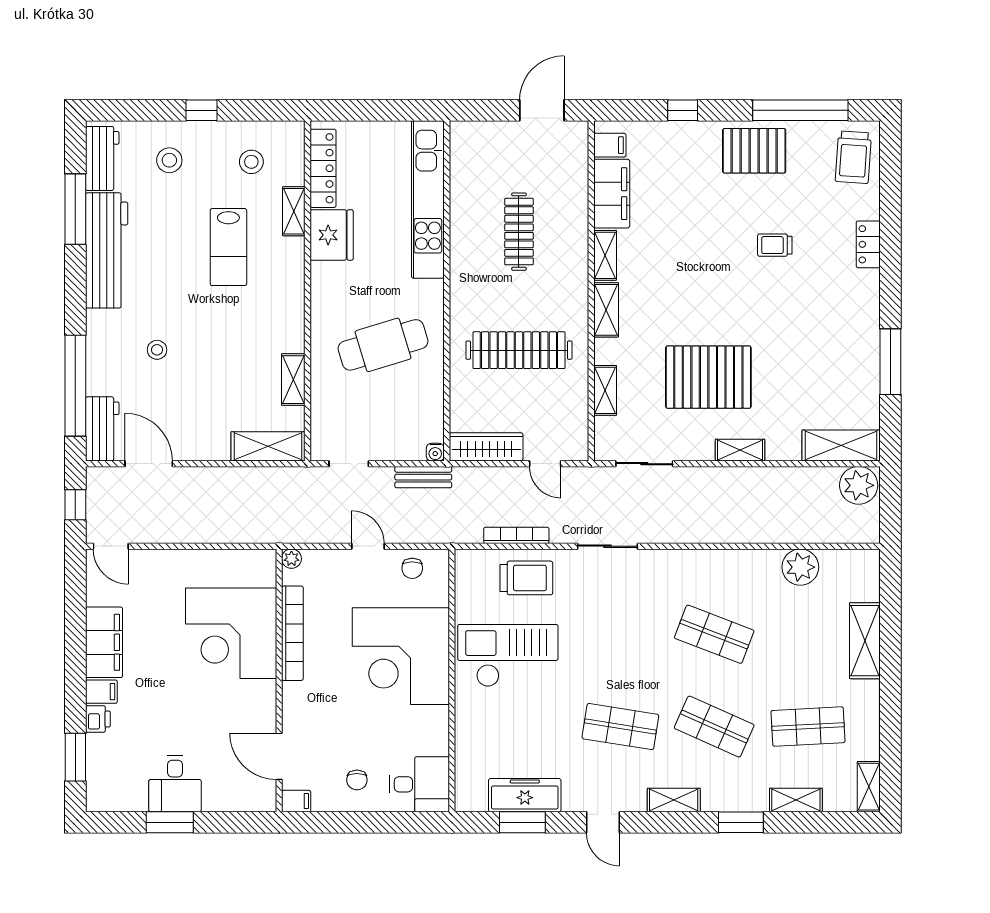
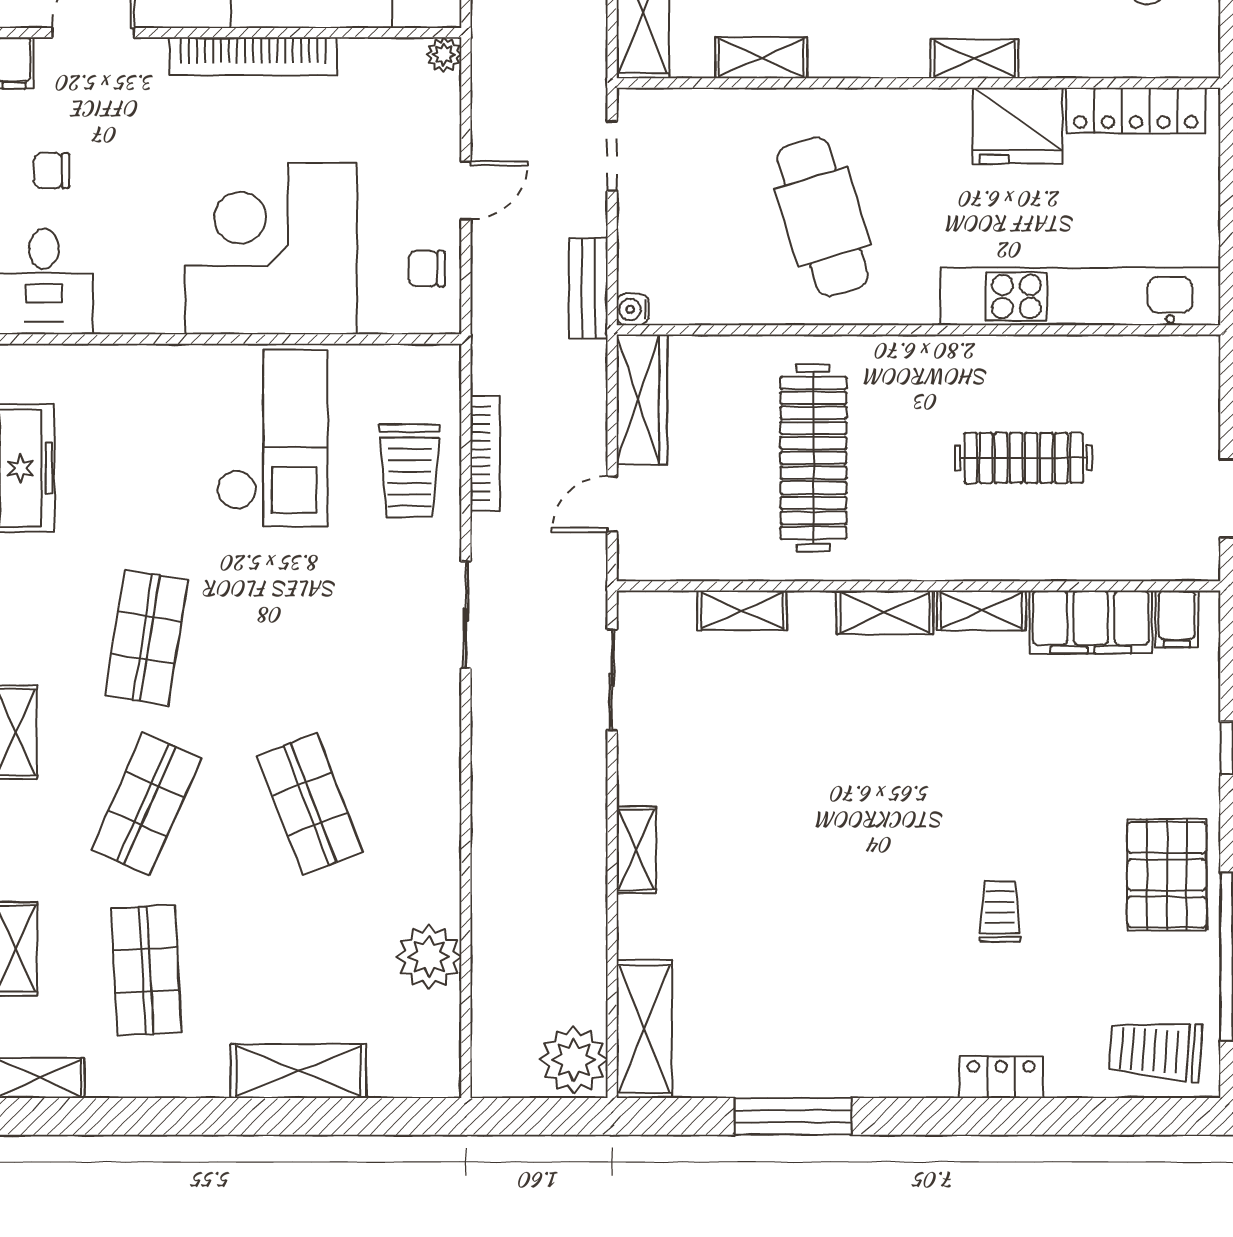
shelving: (294, 211) -> (975, 59), moved
pallet: (708, 377) -> (766, 794), removed
bookcase: (292, 633) -> (253, 56), moved
shop shelf: (714, 634) -> (310, 804), turned -42

